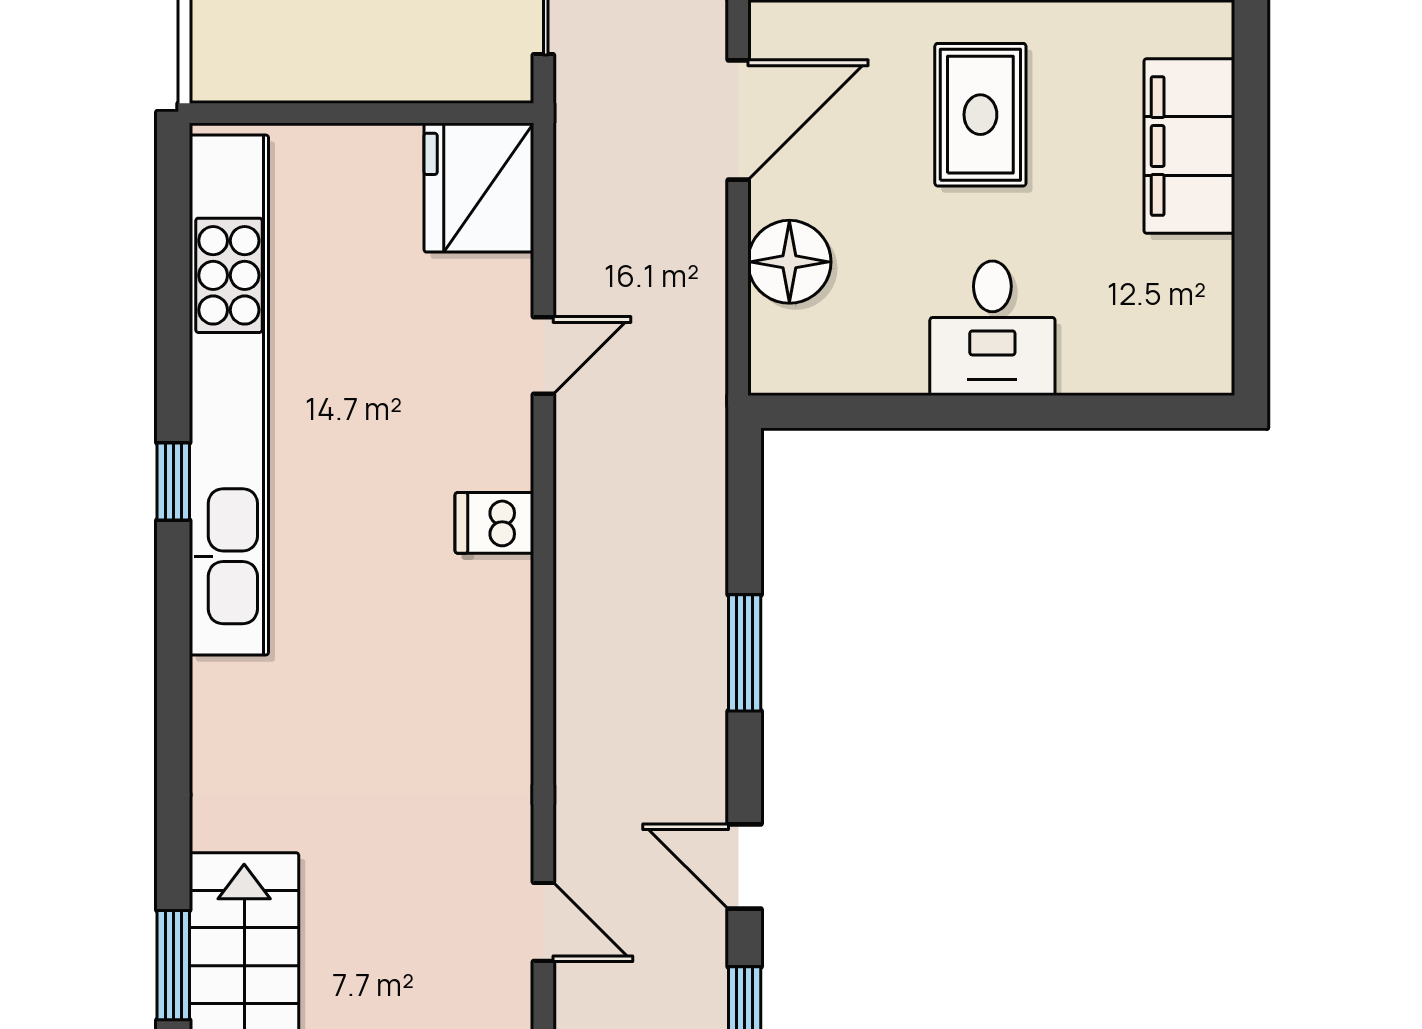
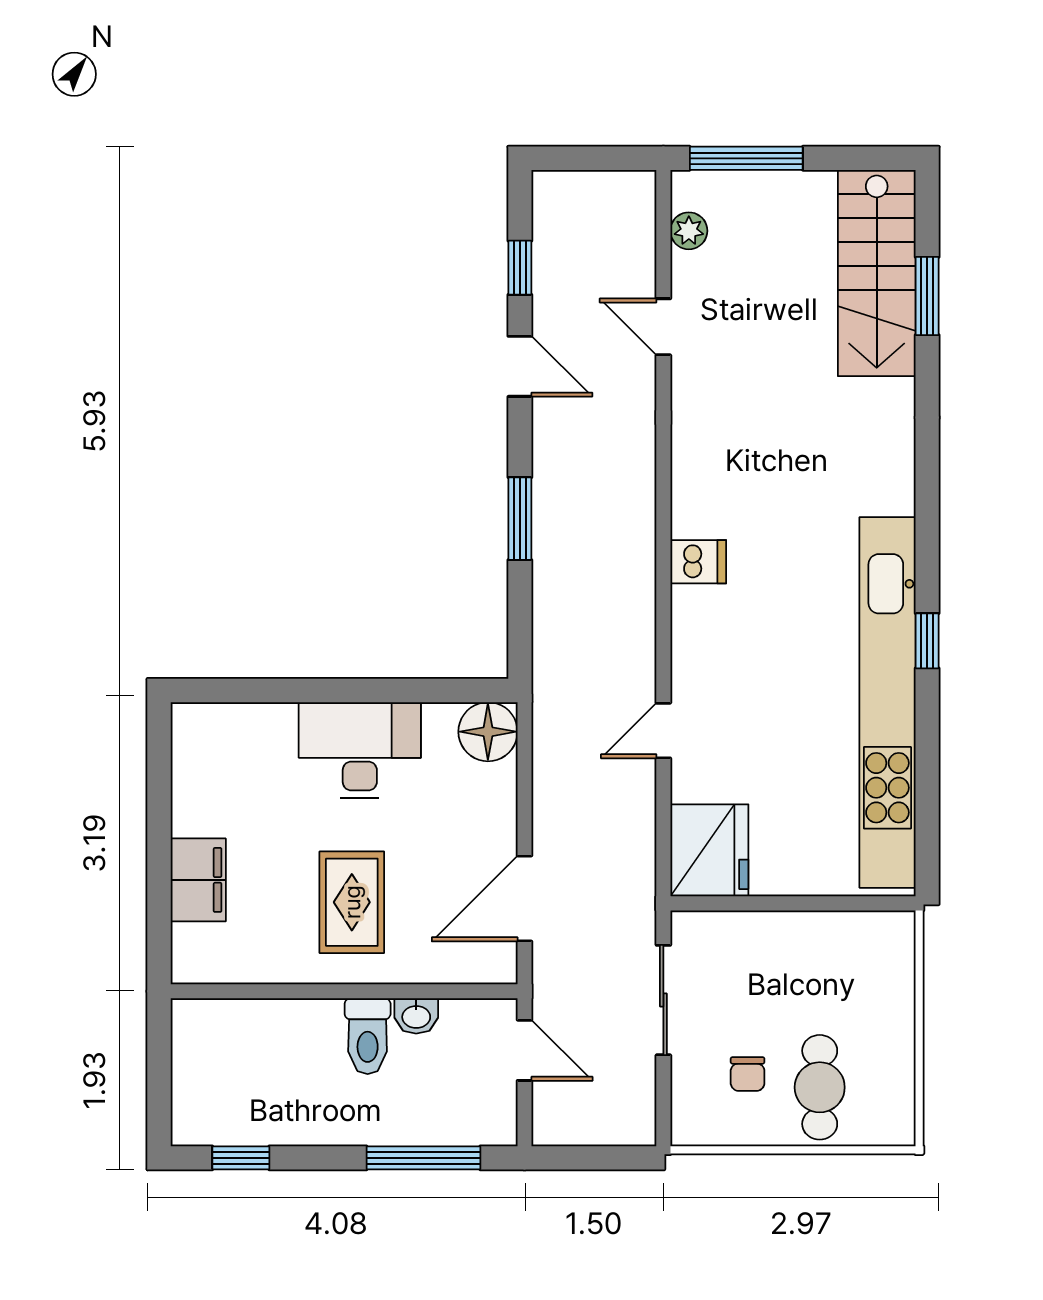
filing cabinet: (1189, 146) -> (198, 880), width x0.67, depth x0.86
floor lamp: (789, 262) -> (488, 732), moved
desk: (992, 328) -> (360, 750), width x1.37
dishwasher: (494, 523) -> (698, 562), moved

